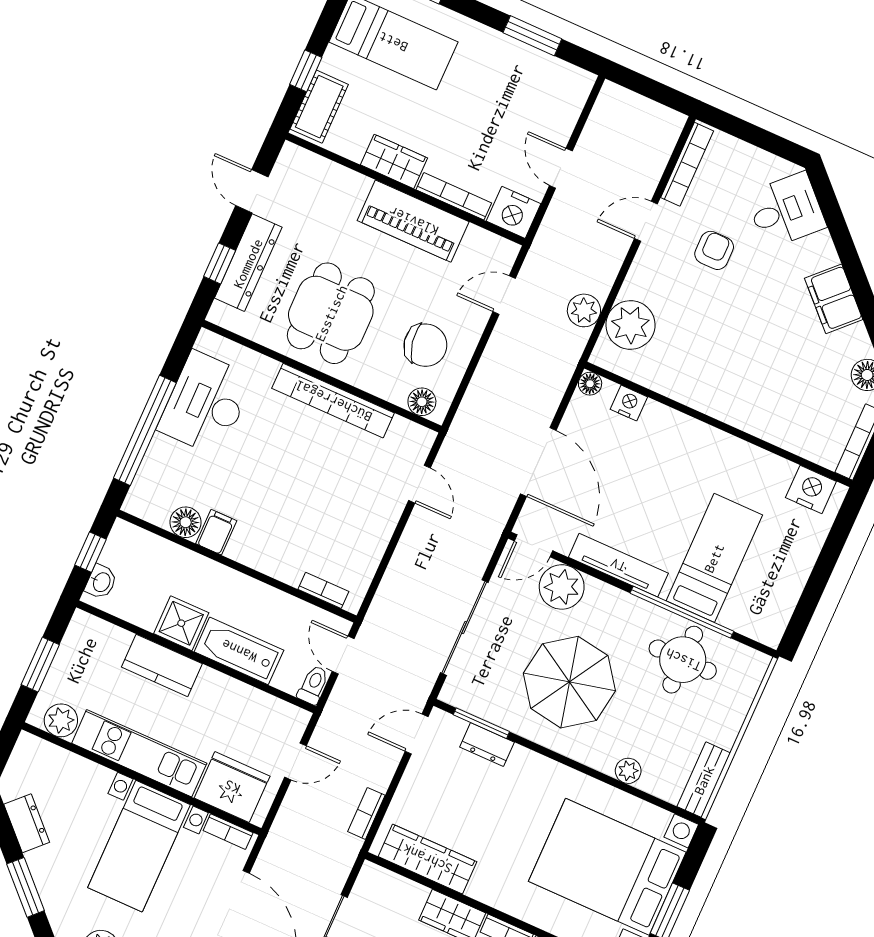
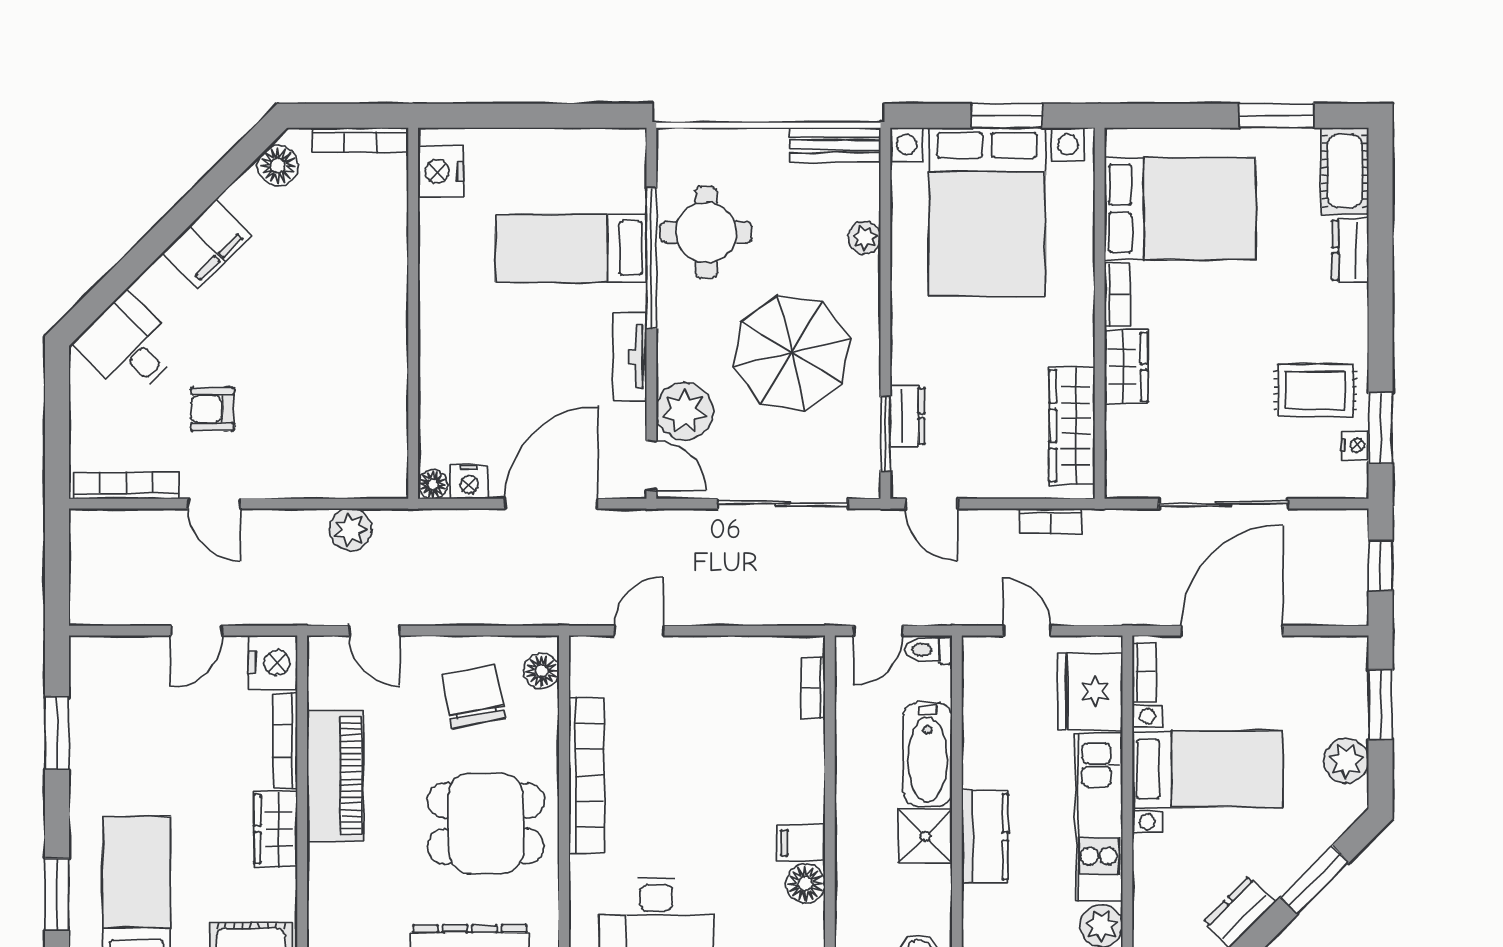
plant: (630, 325) -> (343, 468), removed
nightstand: (629, 403) -> (469, 482), moved, turned -90
tv unit: (618, 565) -> (630, 356), width x0.71

